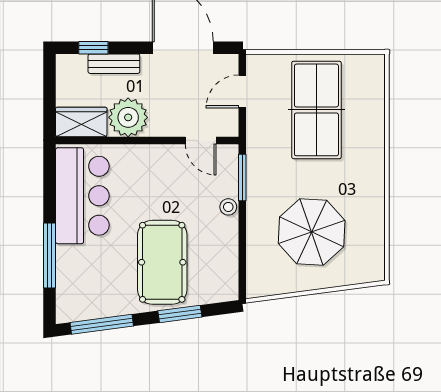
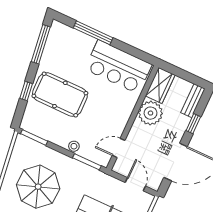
window: (93, 48) -> (193, 124), moved
bench: (114, 64) -> (193, 101), moved
window: (242, 271) -> (34, 137), added
window: (180, 314) -> (26, 91), width x0.67

